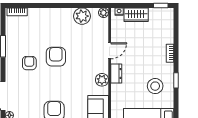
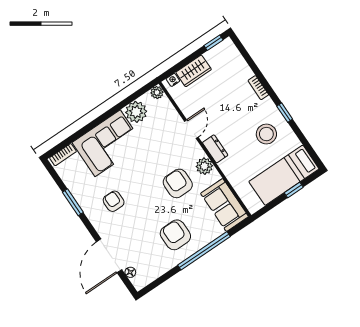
corner sofa: (50, 24) -> (108, 143), added
armchair: (56, 57) -> (178, 183), moved

